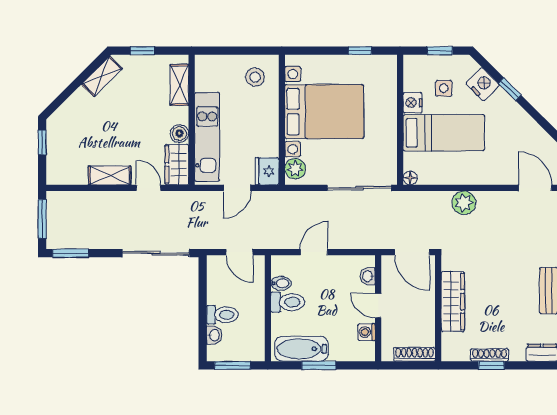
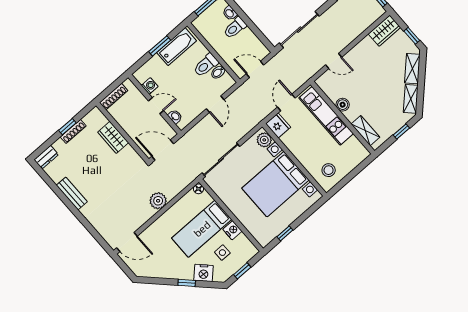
wardrobe: (177, 165) -> (384, 31), moved, turned 90
shelving: (110, 175) -> (412, 69), moved, turned -45
wardrobe: (453, 302) -> (113, 137), width x0.67

